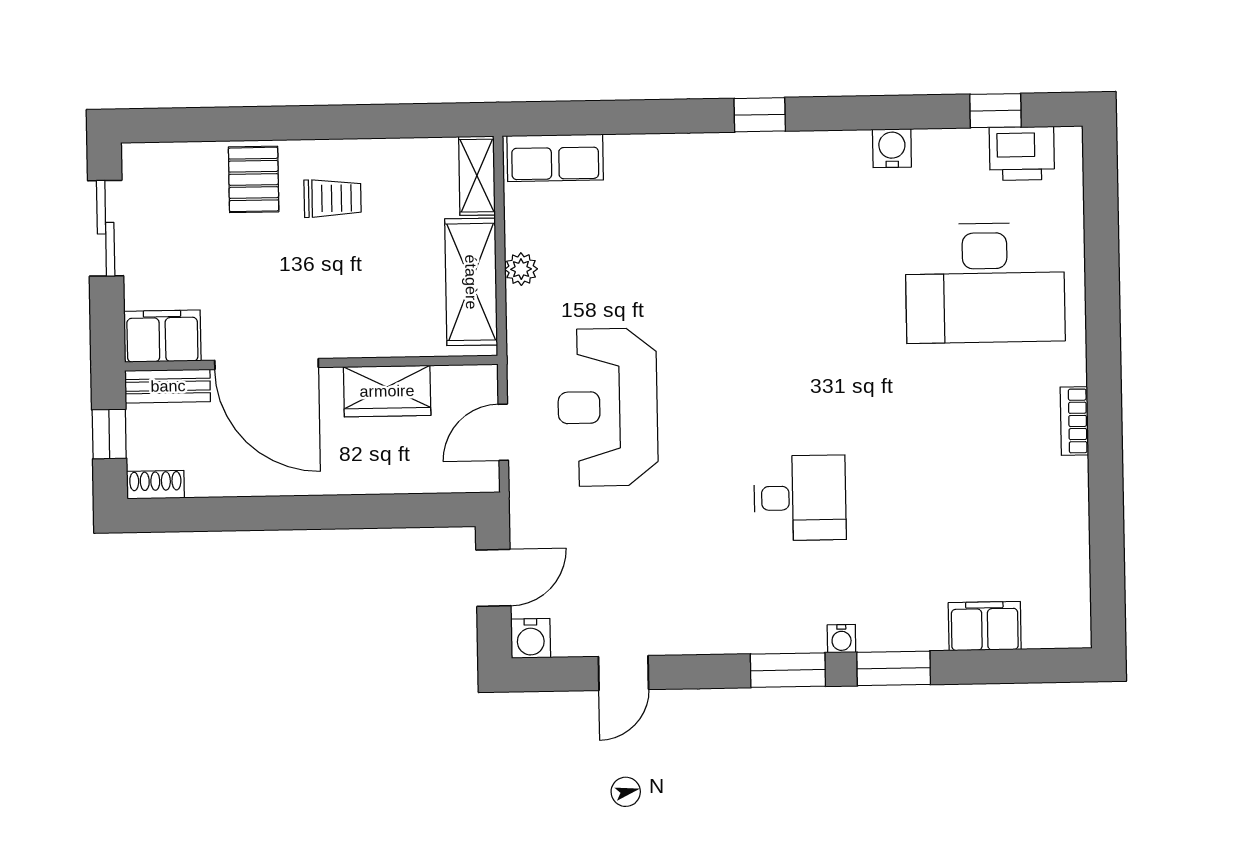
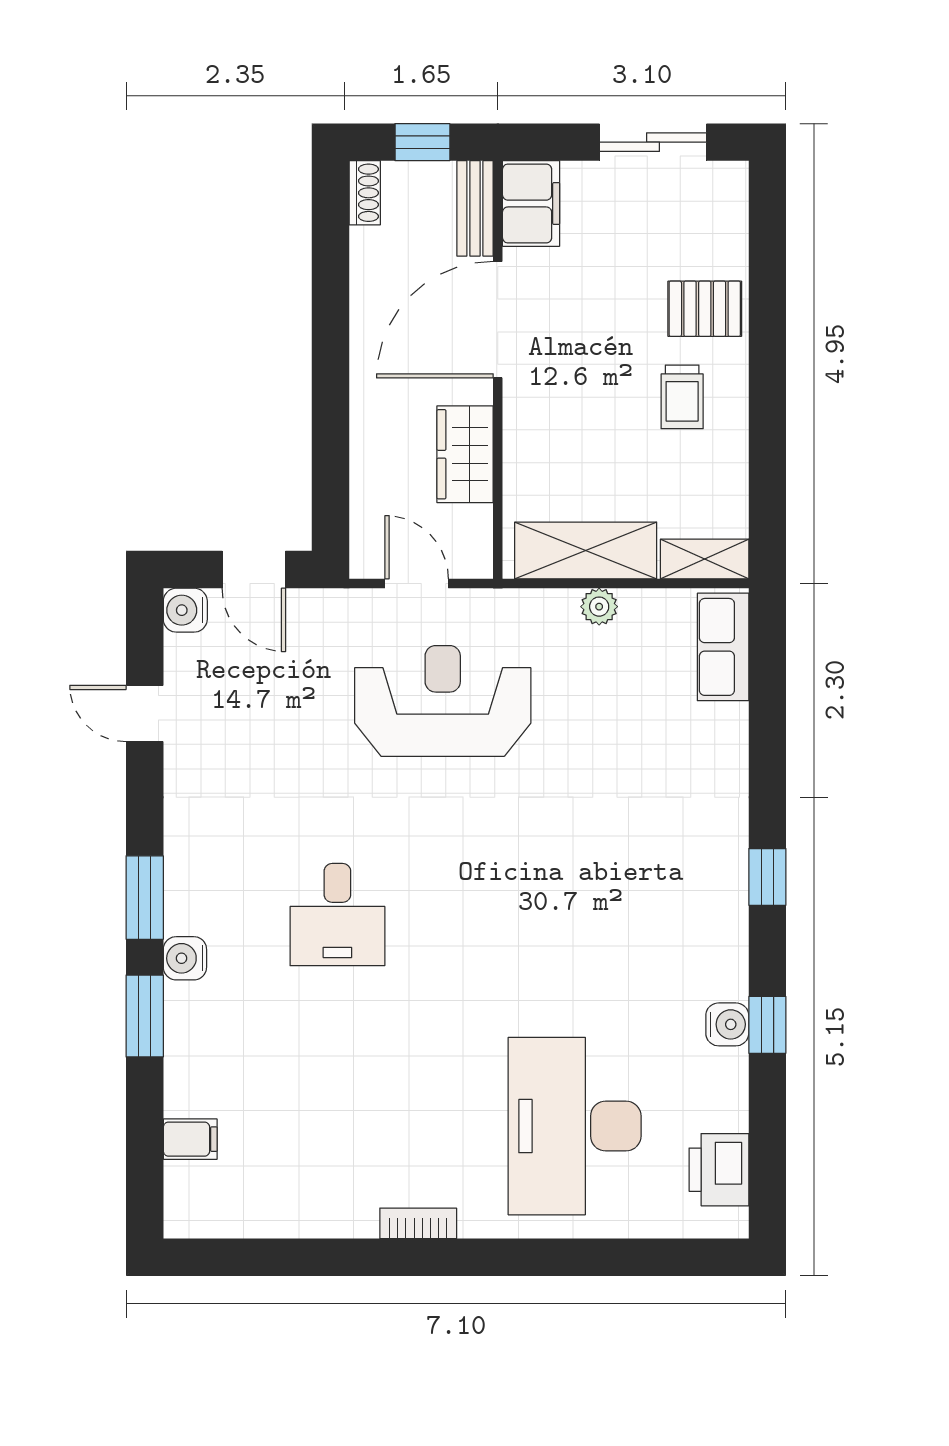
window: (996, 111) -> (767, 1025), moved
filing cabinet: (985, 626) -> (190, 1139), width x0.50
water cooler: (841, 639) -> (185, 958), width x1.38, depth x1.38

